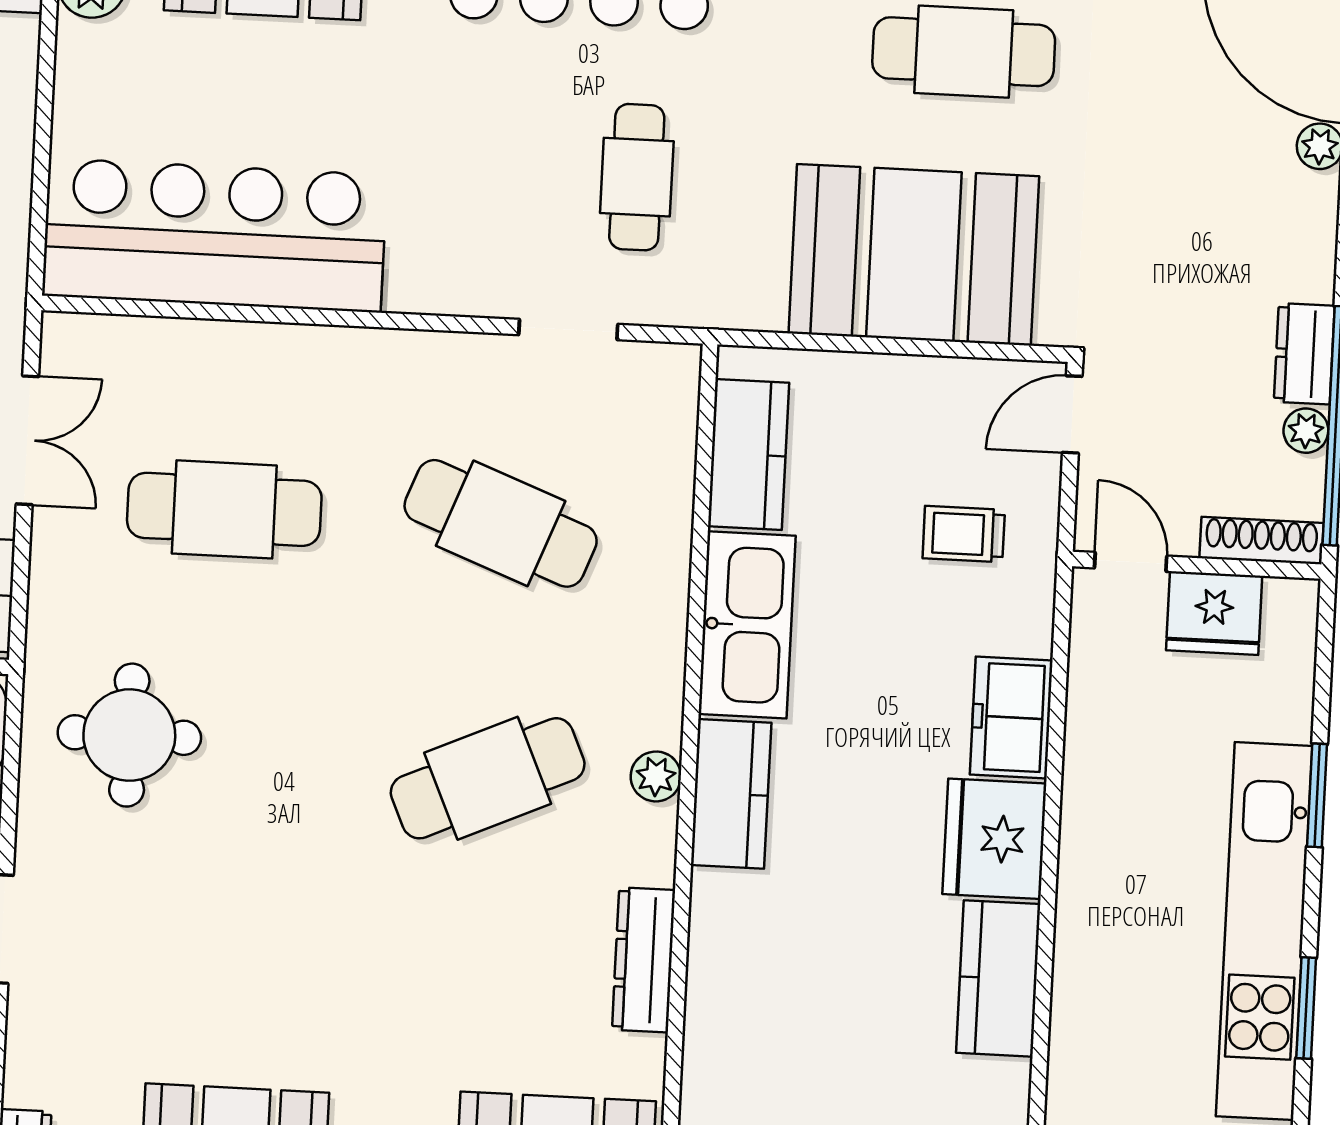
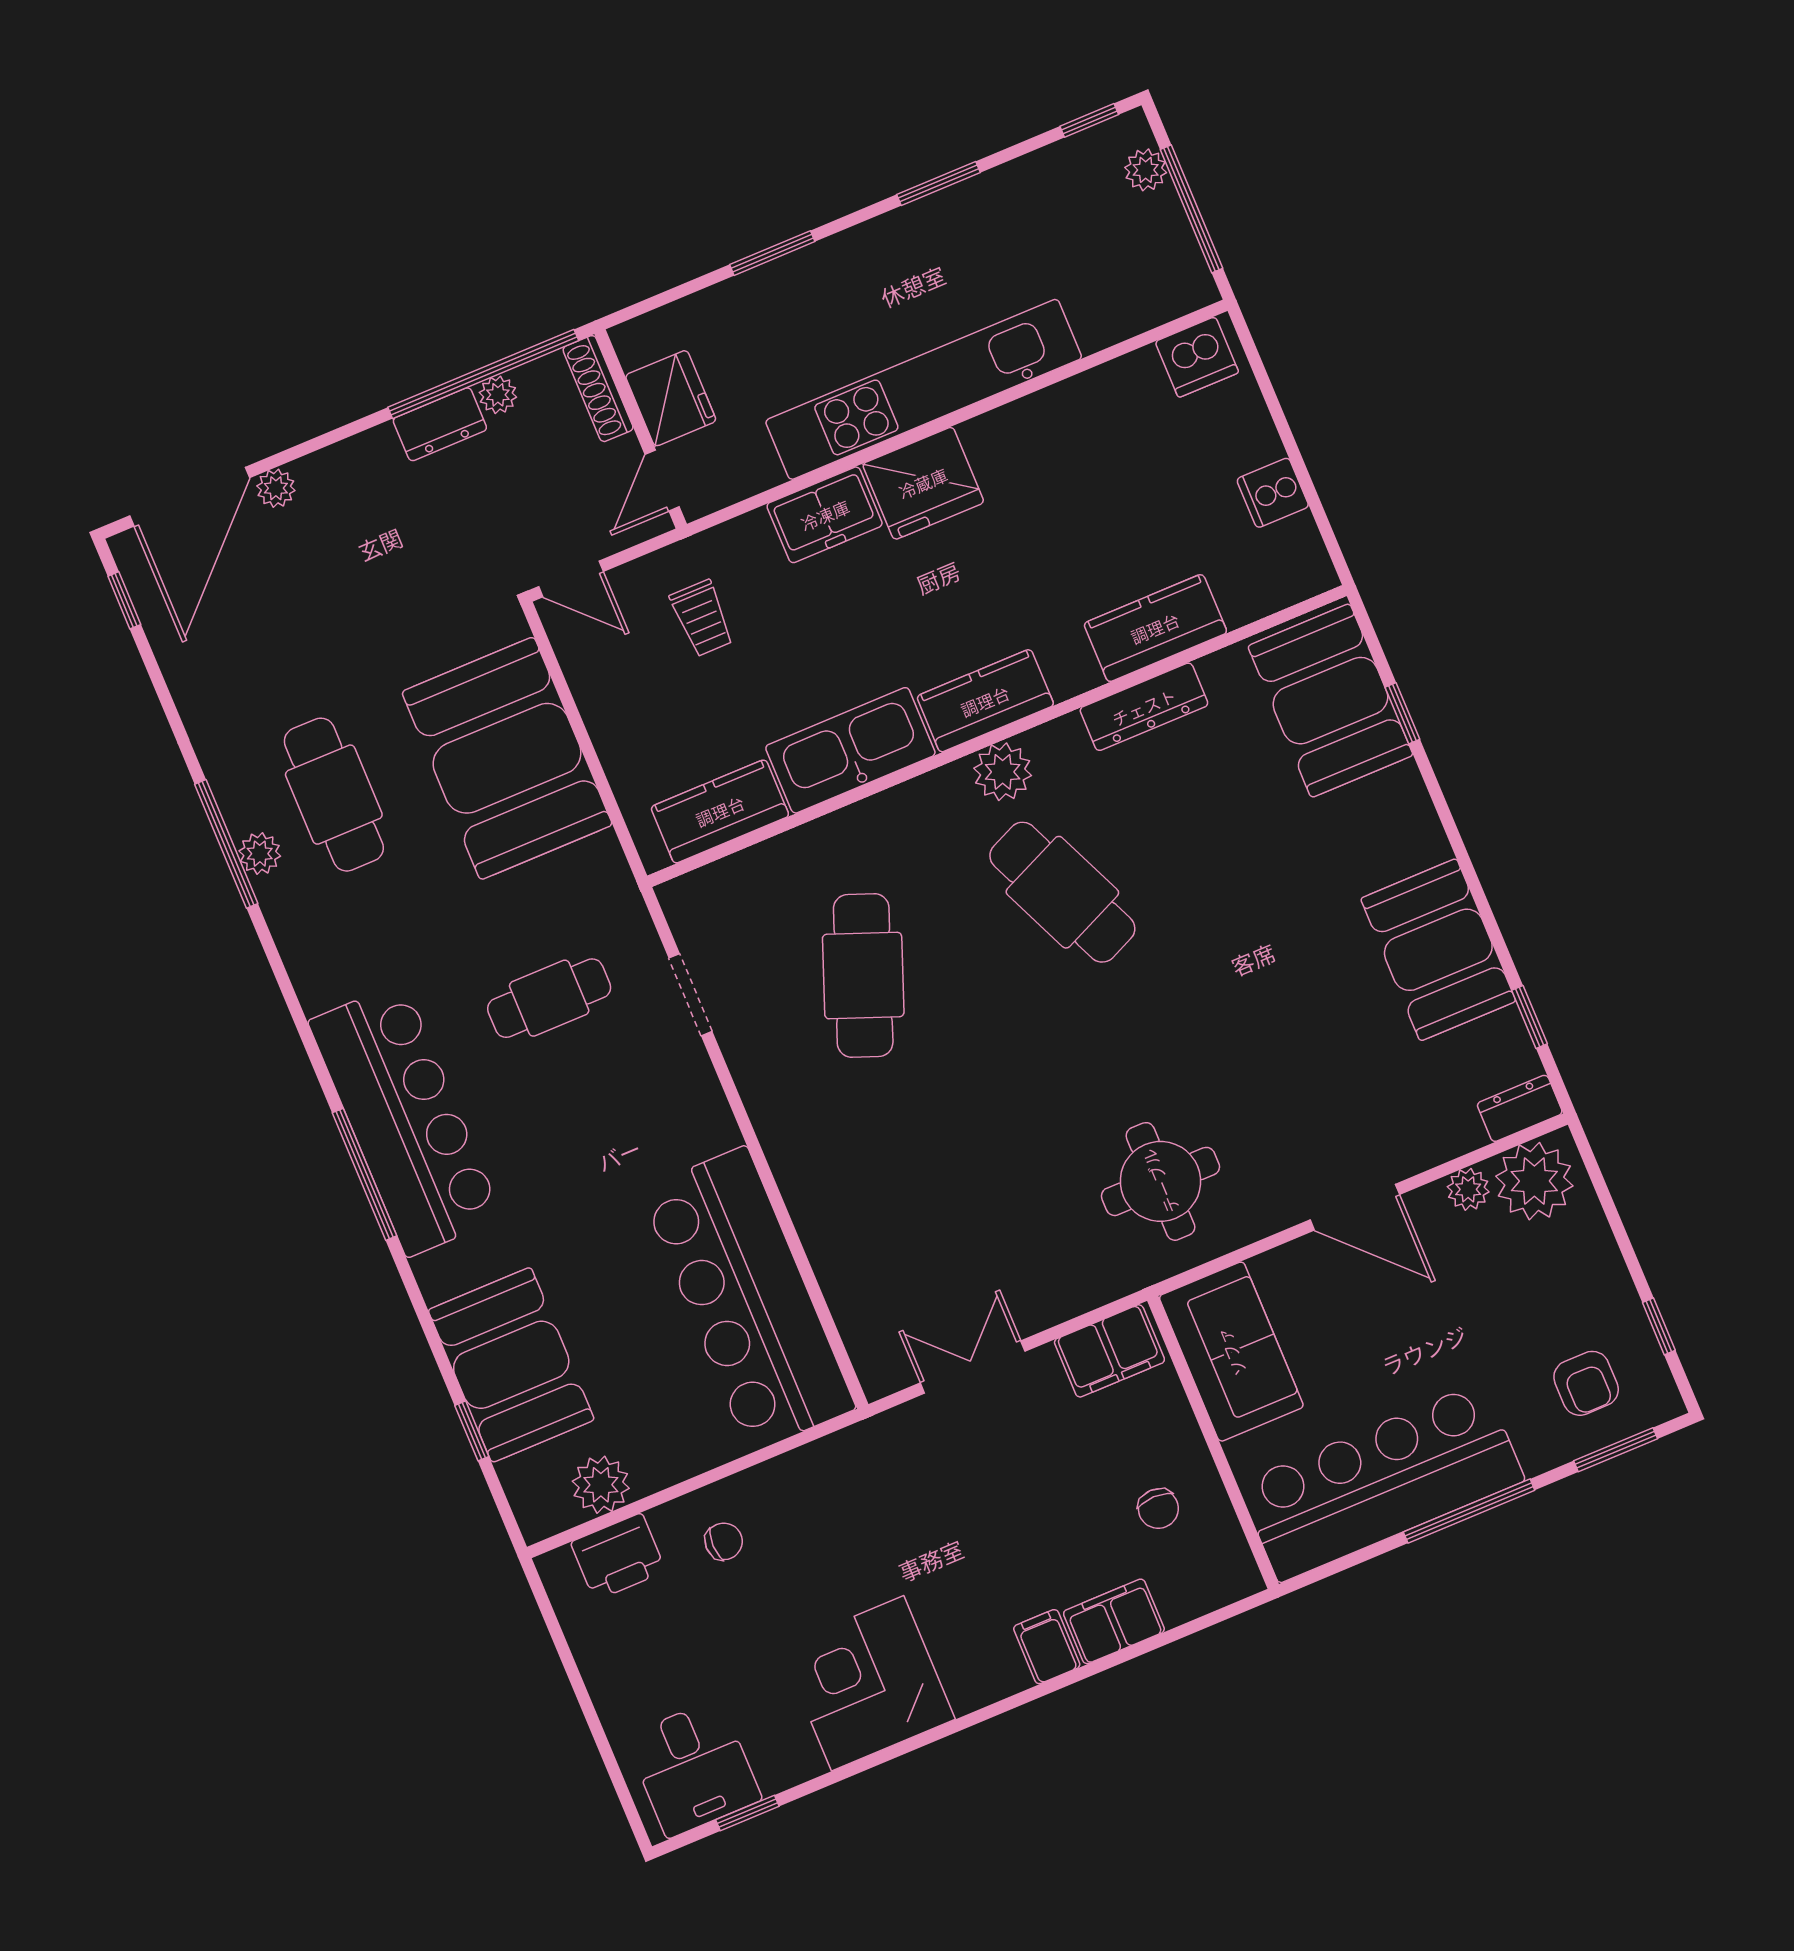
cafe table: (224, 509) -> (954, 1191), removed
plant: (656, 776) -> (1003, 772), width x1.38, depth x1.38
kitchen unit: (1264, 931) -> (924, 389), moved, turned 180
kitchen counter: (998, 978) -> (1155, 628), moved, turned 180

